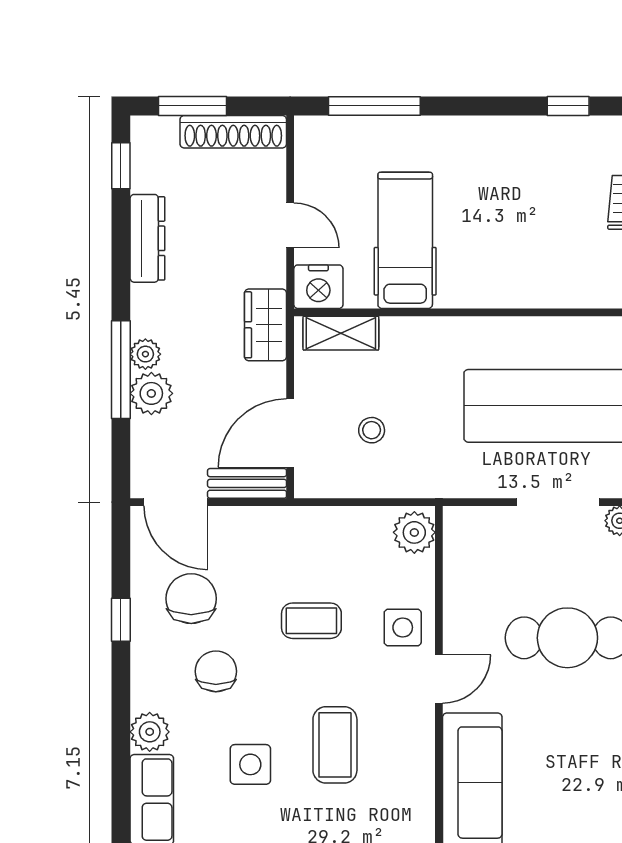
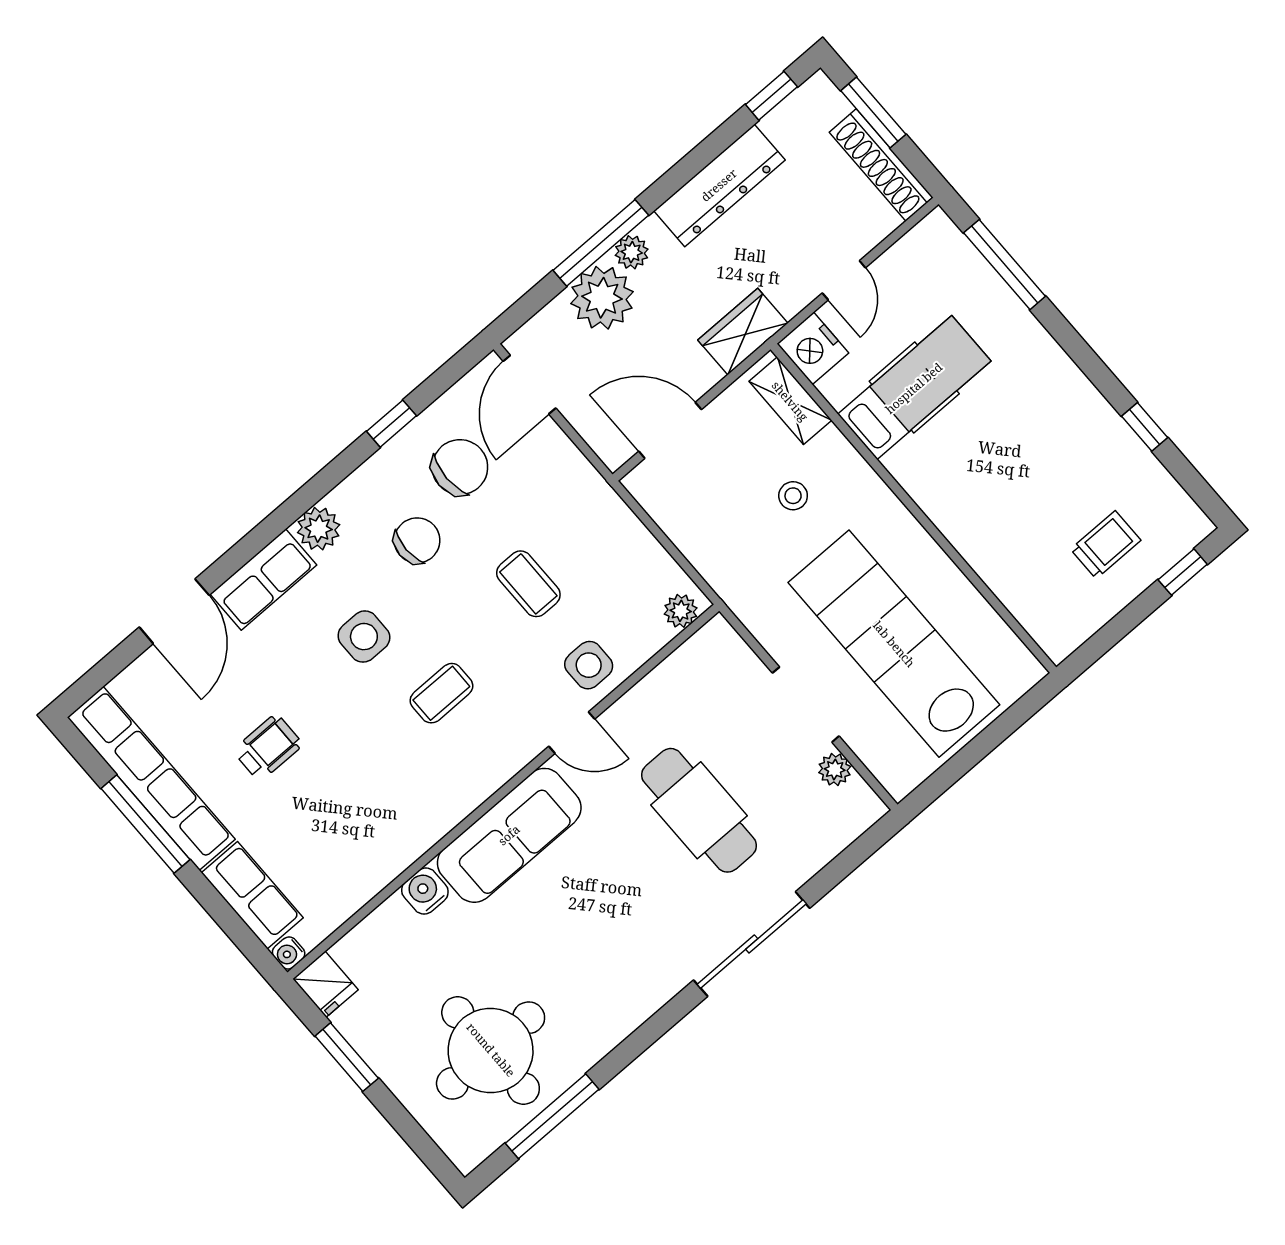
dresser: (147, 238) -> (719, 185), width x1.37, depth x1.24
plant: (151, 393) -> (602, 298), width x1.36, depth x1.36
stool: (372, 430) -> (793, 496), moved
bench: (247, 483) -> (597, 431), removed
plant: (414, 532) -> (681, 611), width x0.73, depth x0.73
coffee table: (335, 745) -> (441, 693), width x0.73, depth x0.77

